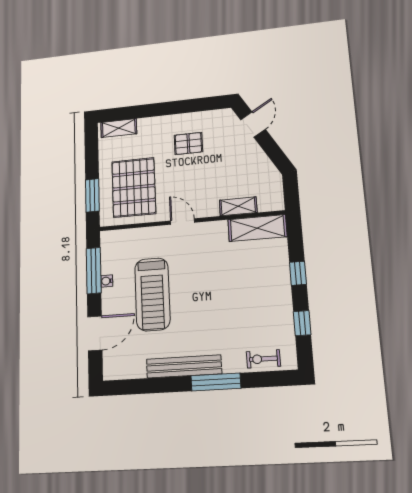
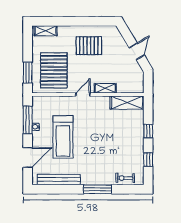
door: (253, 124) -> (137, 51), moved
pallet: (188, 143) -> (89, 46), width x1.50, depth x1.42
shelving: (238, 206) -> (105, 88), moved
door: (182, 222) -> (83, 94), hinge flipped
bench: (184, 366) -> (59, 180), moved

